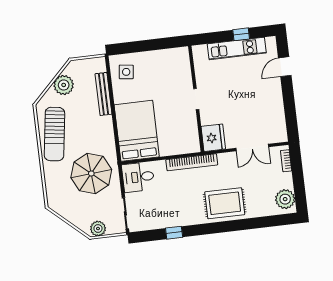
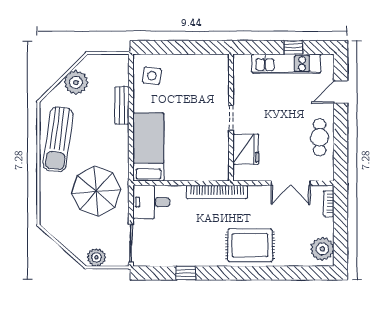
bench: (103, 94) -> (122, 105), width x0.73
cafe table: (272, 107) -> (320, 137), added
bed: (137, 131) -> (148, 147), width x0.67
fridge: (213, 138) -> (246, 149), moved

